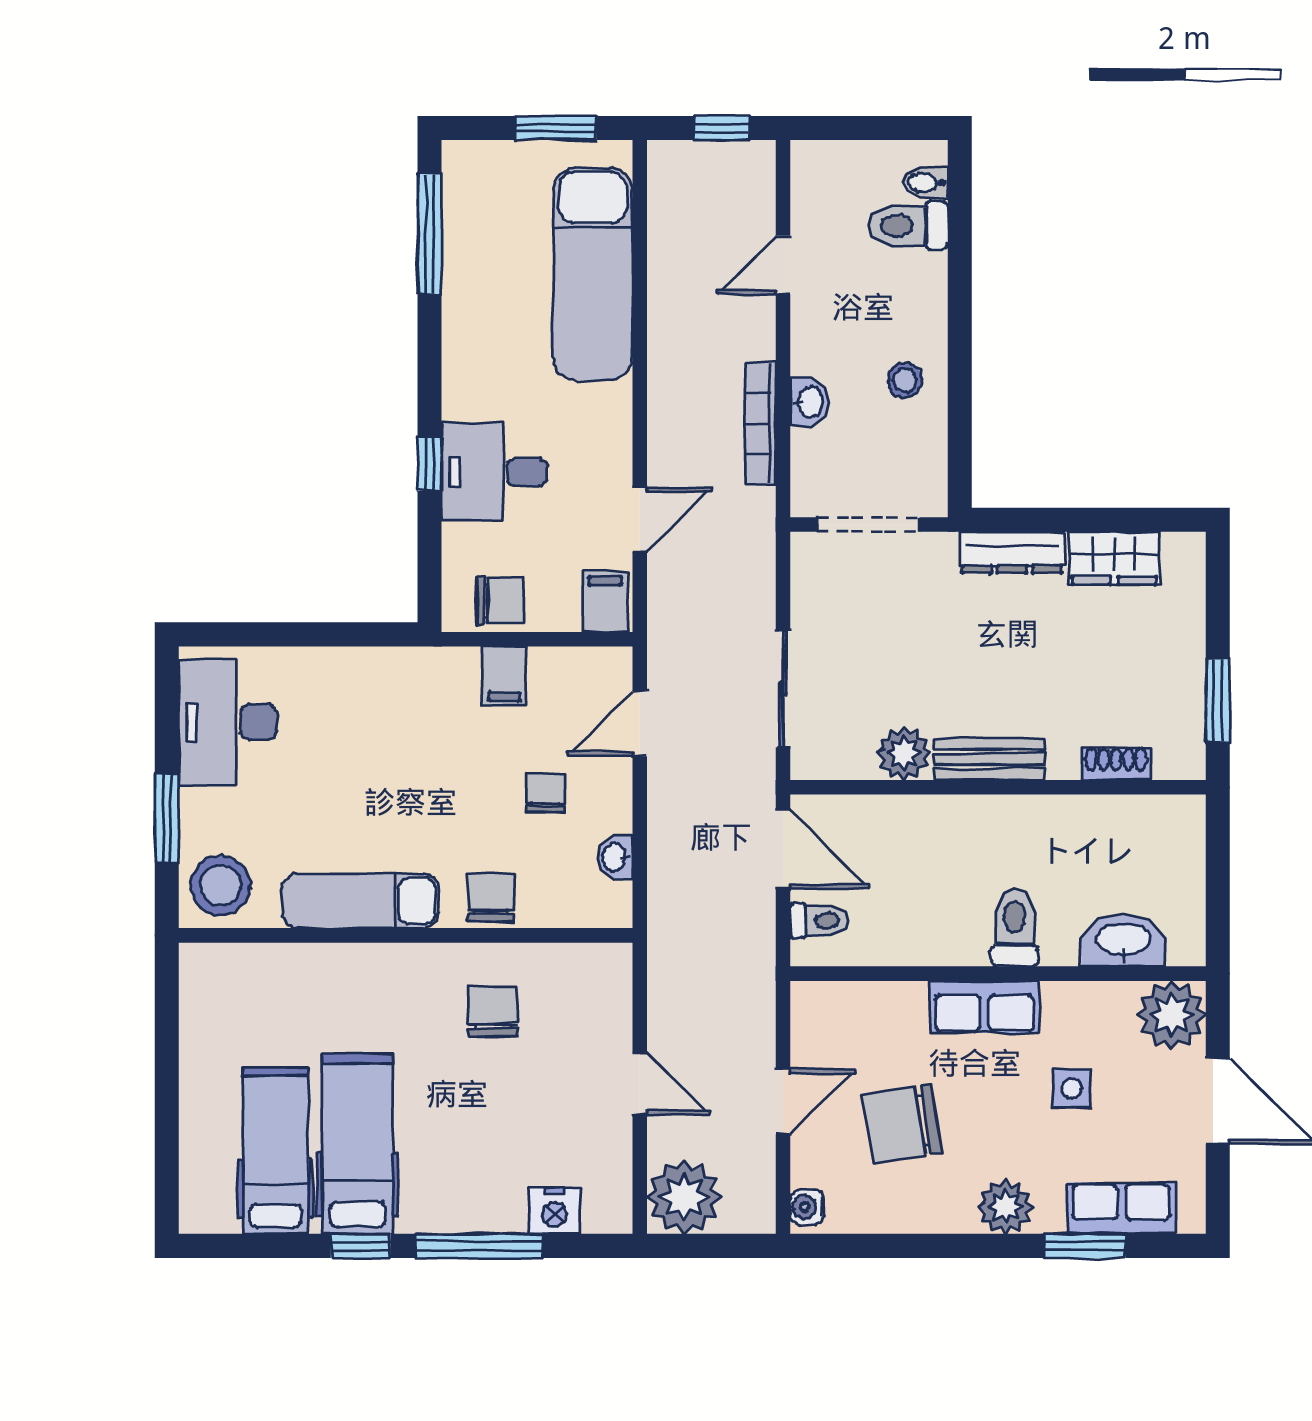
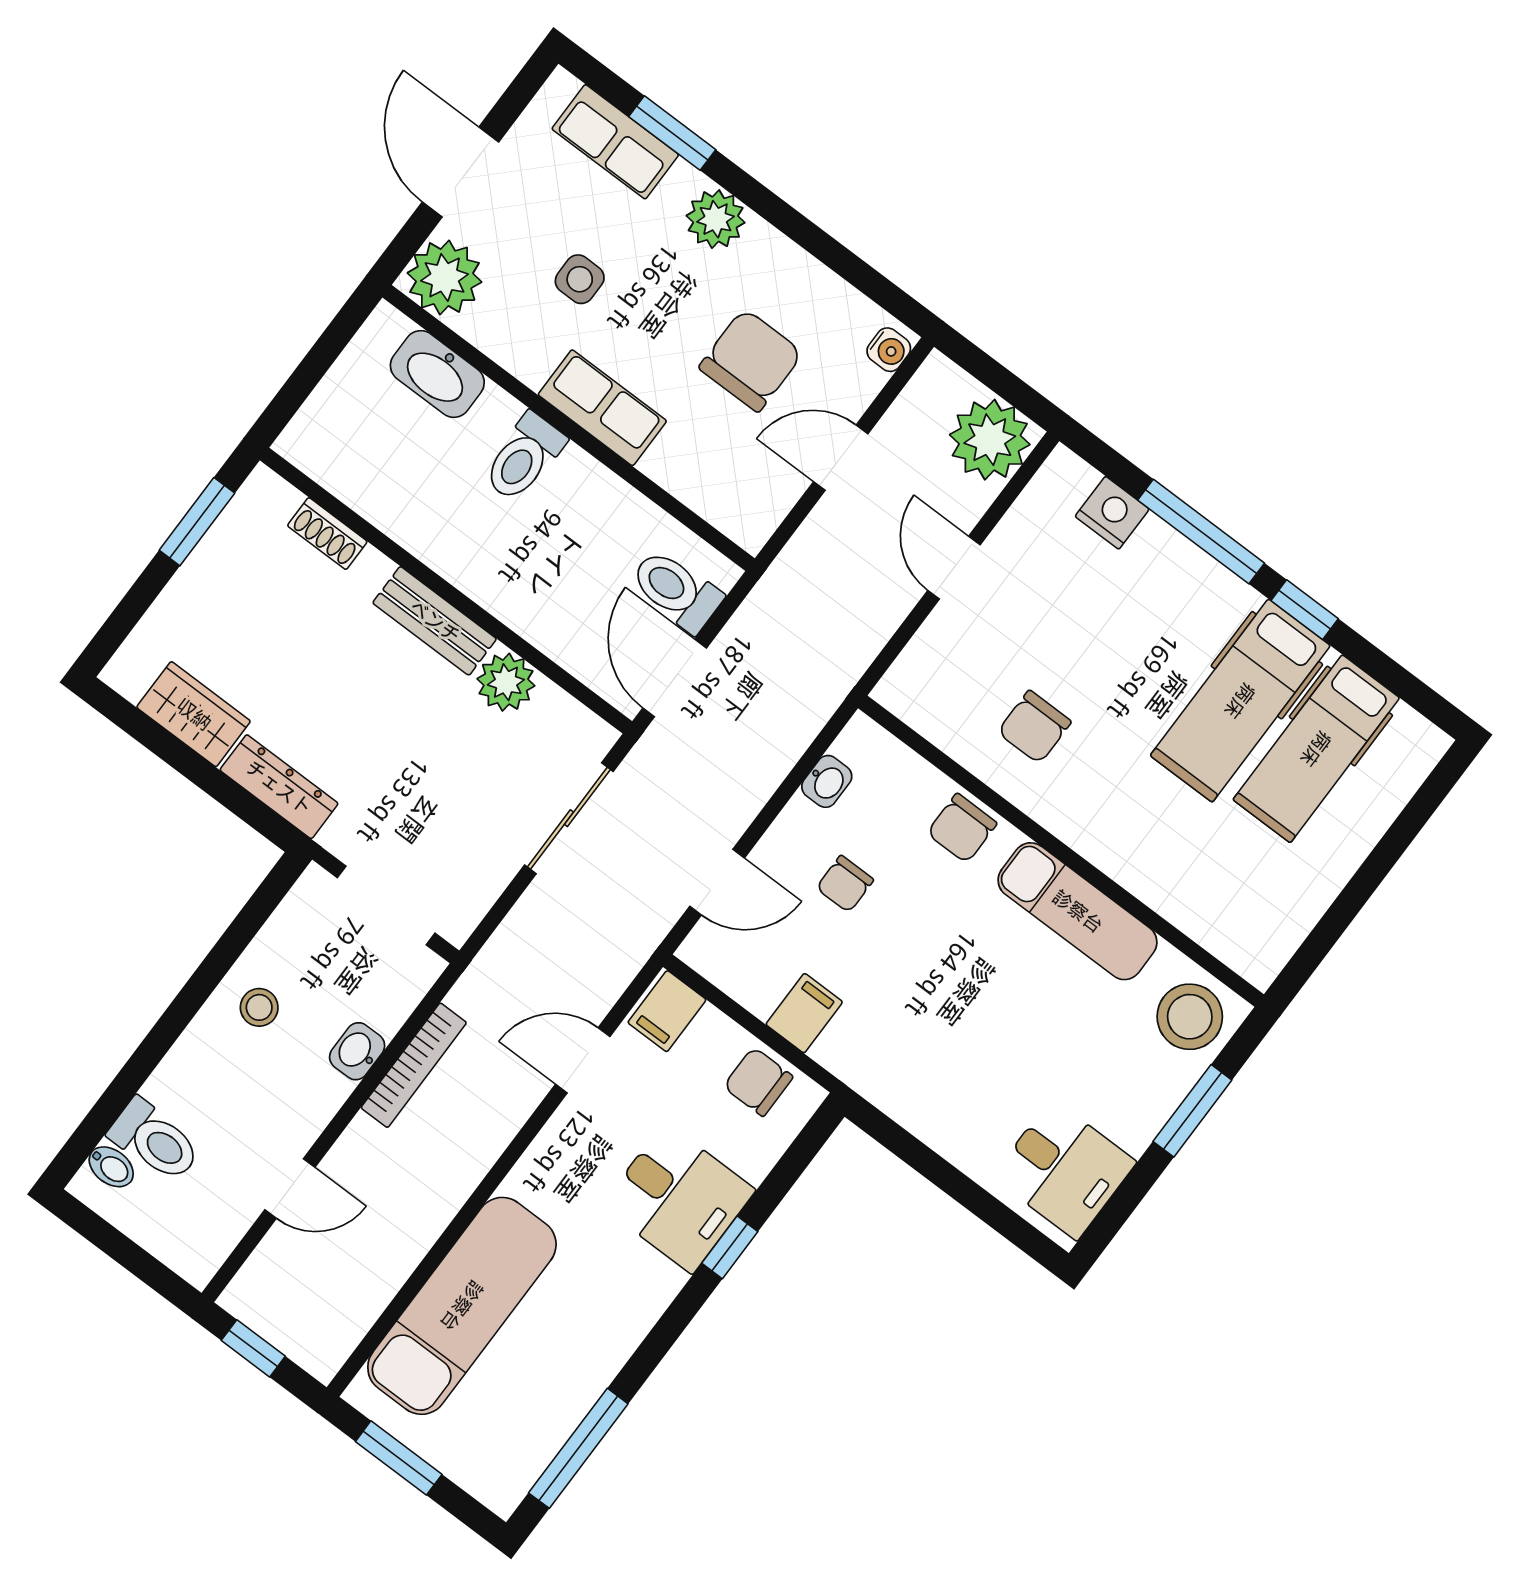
desk: (228, 722) -> (1064, 1169), width x0.73
toilet: (819, 921) -> (676, 590), width x1.37, depth x1.39
chair: (902, 1123) -> (751, 360), turned -81

